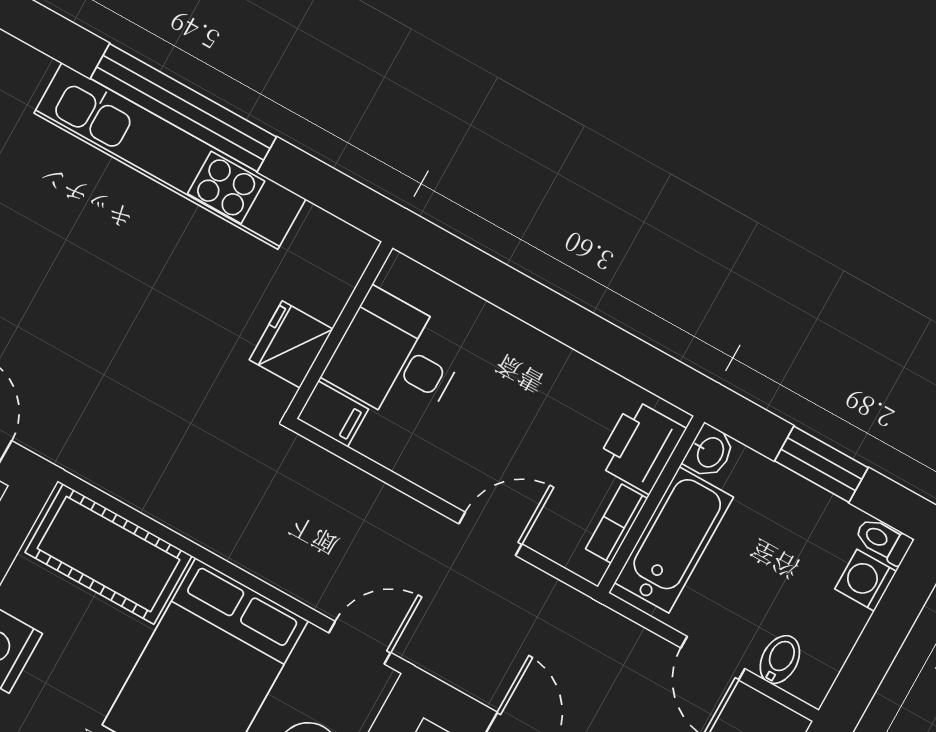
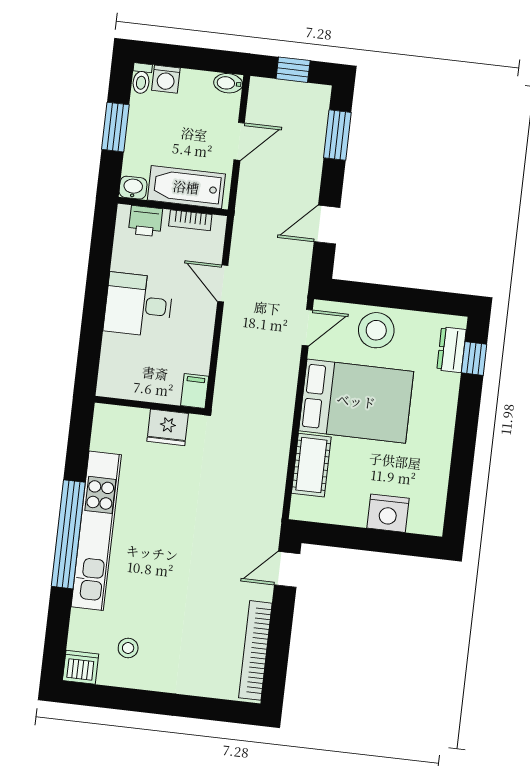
desk: (396, 359) -> (138, 305), moved, turned 90
printer: (641, 446) -> (145, 221), width x0.73, depth x0.81
cot: (108, 554) -> (311, 465), width x0.73, depth x0.75
door: (360, 643) -> (307, 328), swing flipped
bidet: (780, 660) -> (228, 83), moved

